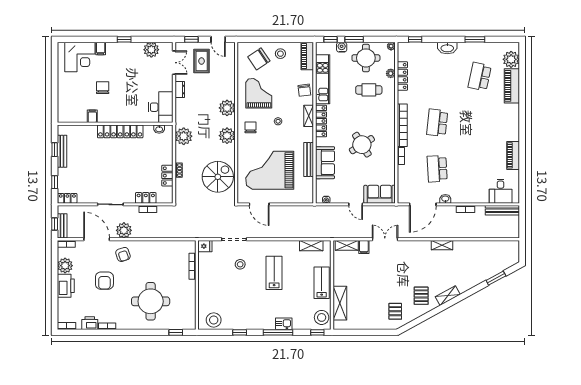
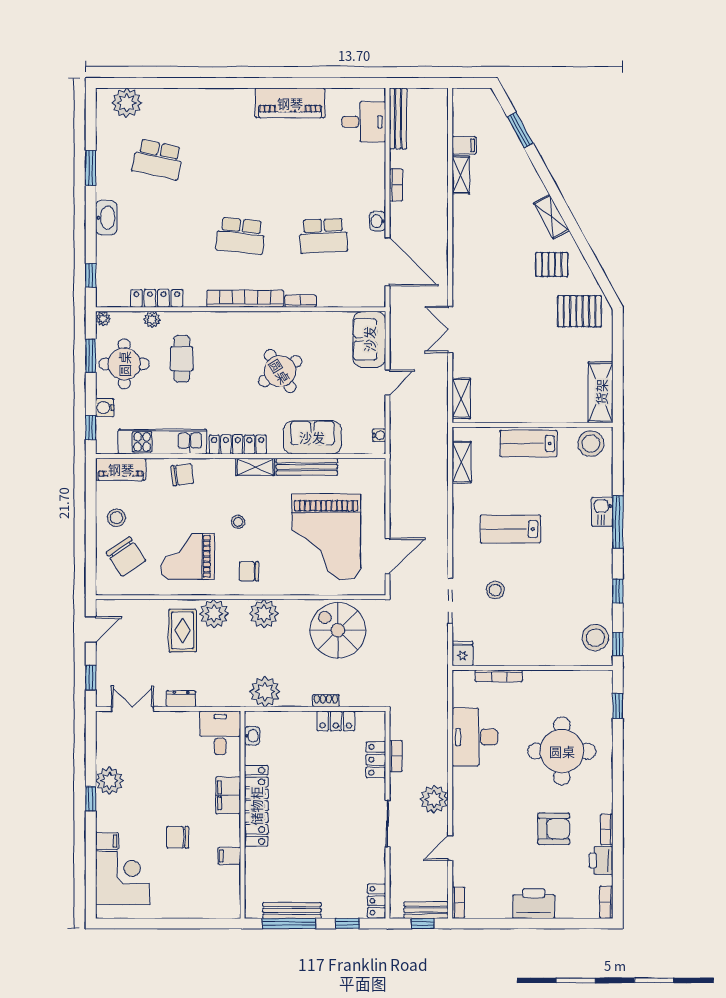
window: (354, 39) -> (91, 356), moved
plant: (151, 50) -> (109, 781), moved
rug: (202, 61) -> (183, 631), moved, turned 90
piano: (512, 86) -> (174, 101), removed
desk: (161, 107) -> (220, 733), width x0.73
filing cabinet: (126, 116) -> (228, 795), added
shelving: (309, 116) -> (255, 467), moved
window: (55, 150) -> (289, 923), width x2.17
piano: (513, 155) -> (290, 103), width x1.37, depth x1.33
door: (97, 239) -> (450, 848), width x0.53
shelving: (442, 245) -> (461, 175), moved
filing cabinet: (364, 247) -> (464, 145), moved
desk: (158, 253) -> (475, 737), added
armchair: (123, 254) -> (478, 801), removed
plant: (65, 266) -> (498, 905), removed
armchair: (104, 281) -> (554, 829), moved
shelving: (340, 303) -> (601, 392), moved, turned 90
pallet: (395, 311) -> (580, 311), width x1.50, depth x1.42
window: (317, 332) -> (618, 644), moved

